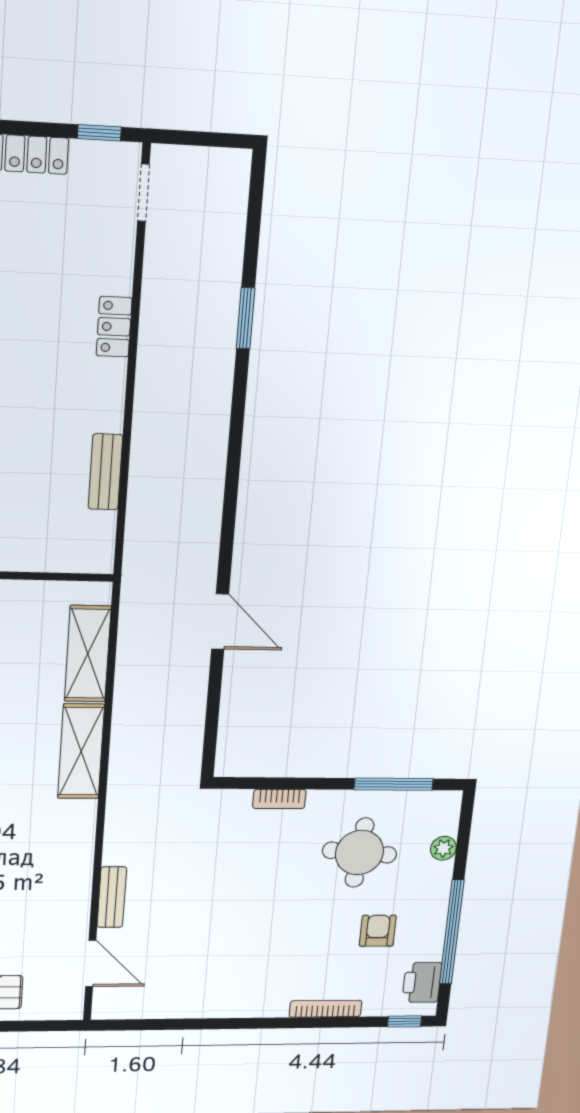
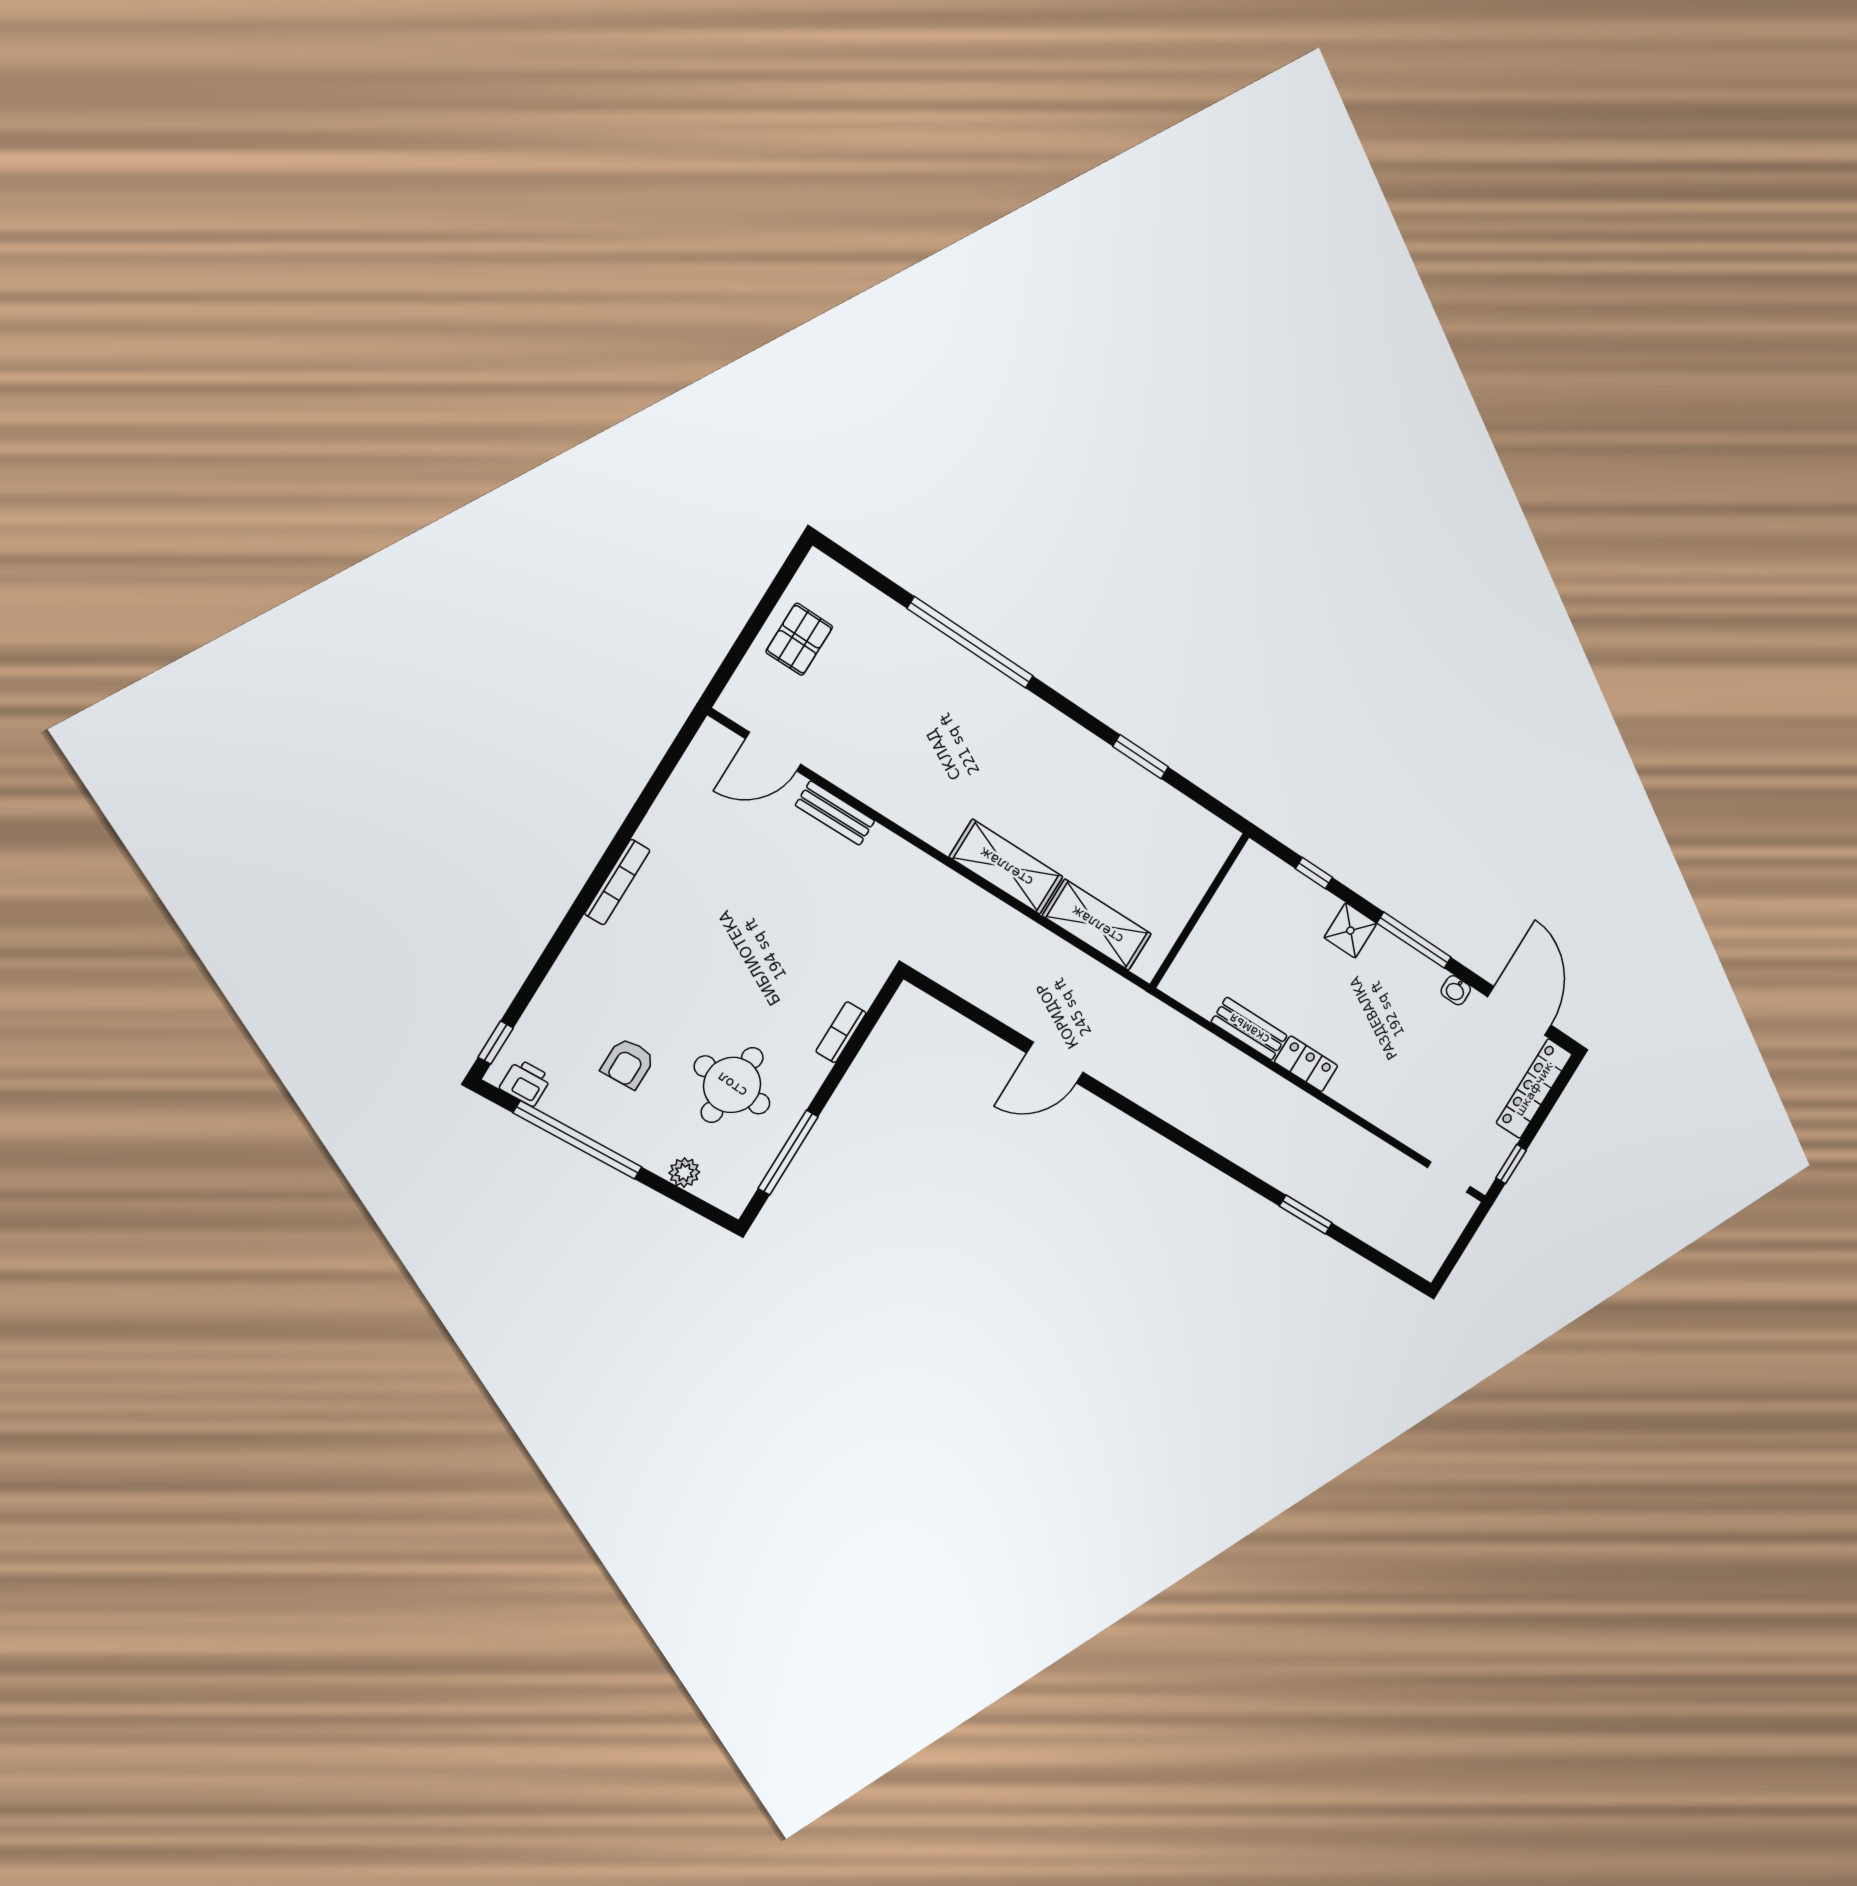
locker: (114, 327) -> (1306, 1064), moved
armchair: (378, 931) -> (628, 1063), turned 90
printer: (422, 982) -> (526, 1083), width x0.73, depth x0.81
bookcase: (325, 1009) -> (617, 882), moved

